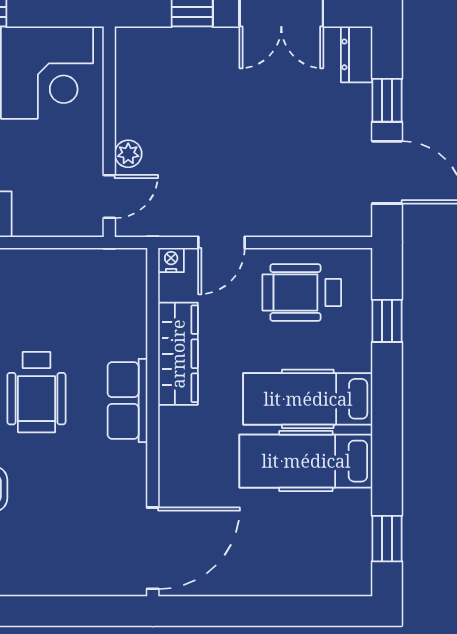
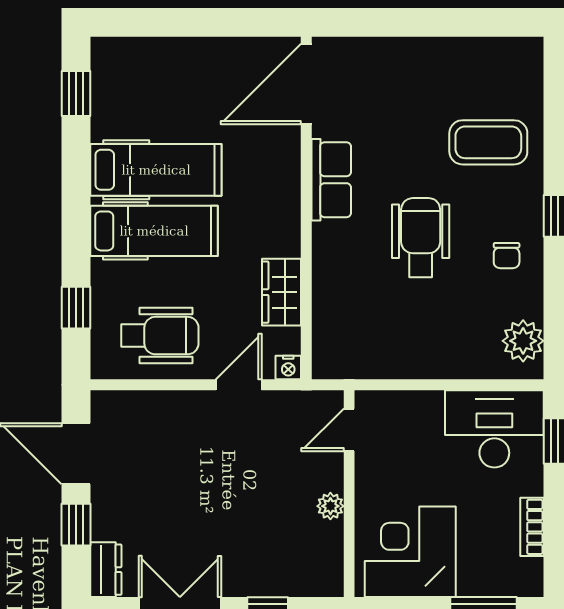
plant: (128, 154) -> (330, 506), moved
wardrobe: (178, 354) -> (281, 292), width x0.67
row of seats: (127, 400) -> (331, 180), moved

